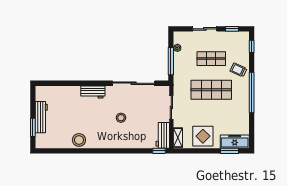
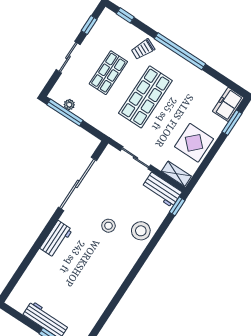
window: (171, 61) -> (65, 113), moved
stool: (79, 140) -> (141, 231), moved
freezer: (235, 142) -> (228, 104), width x0.71

